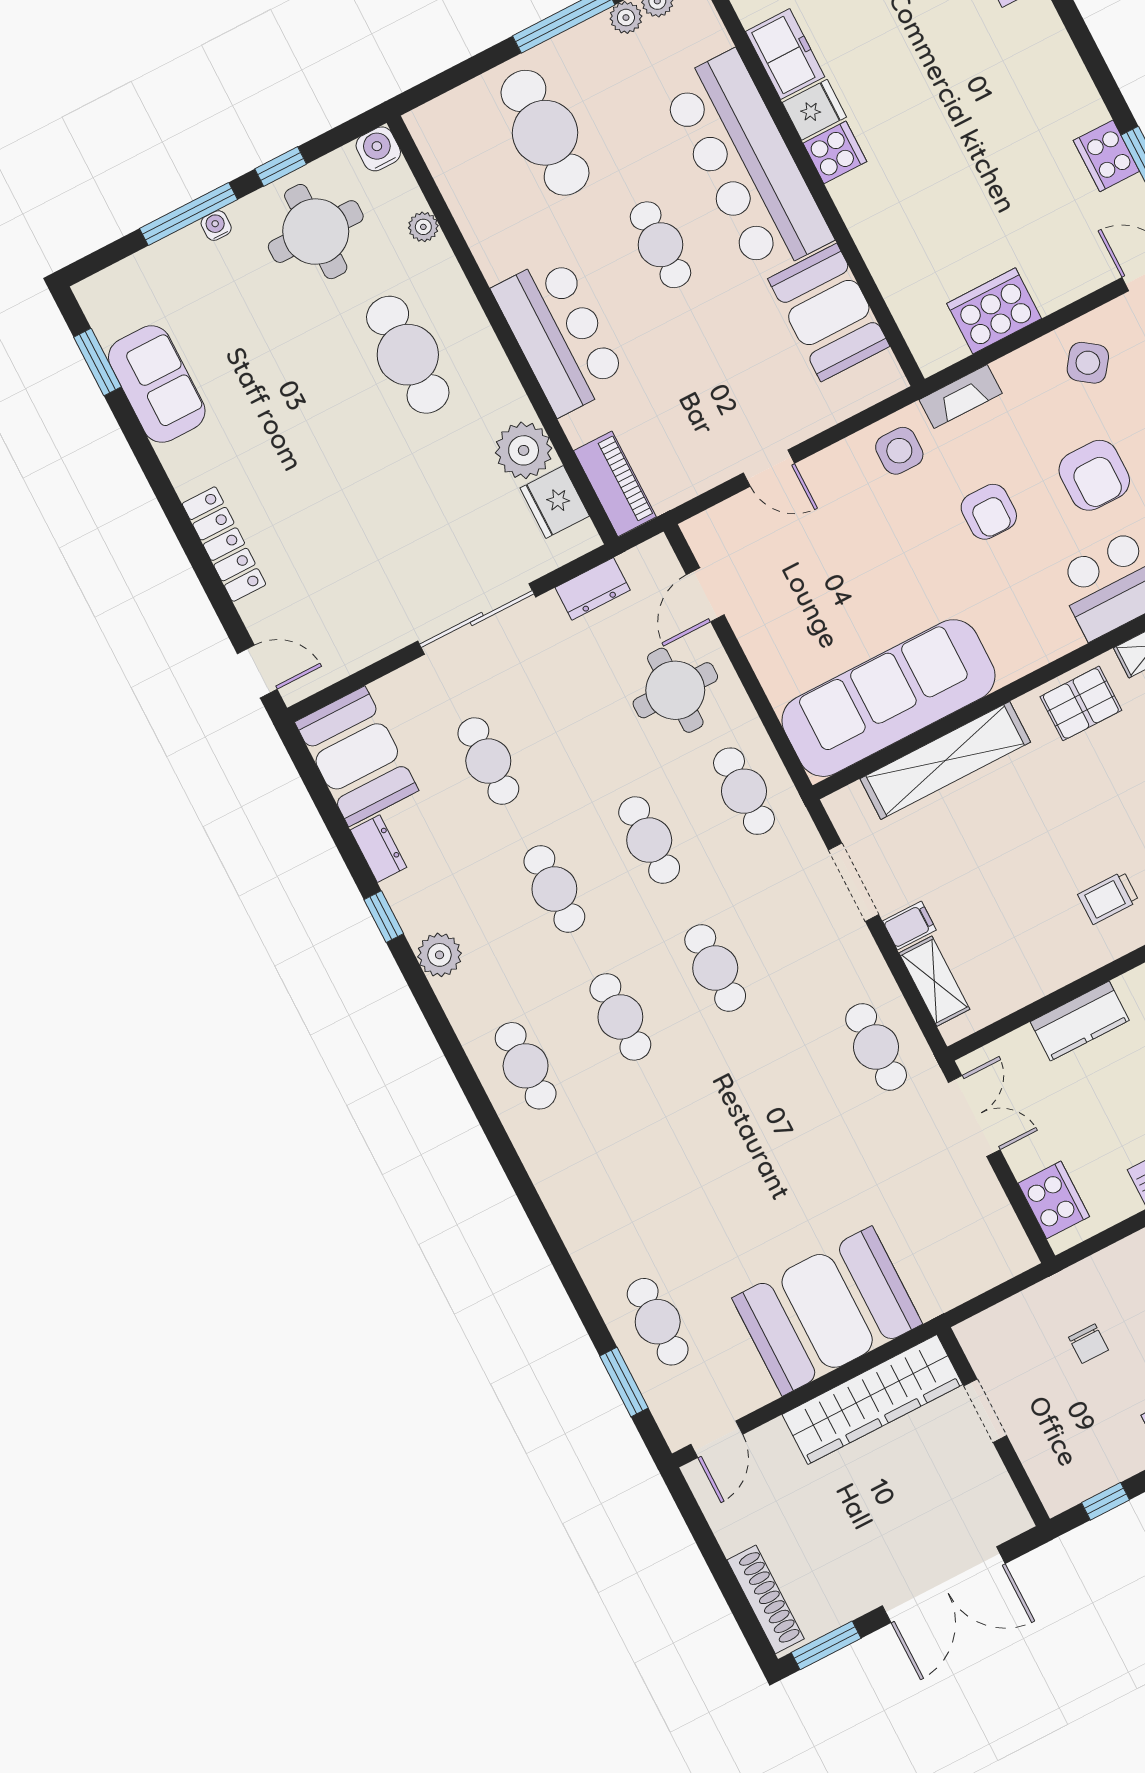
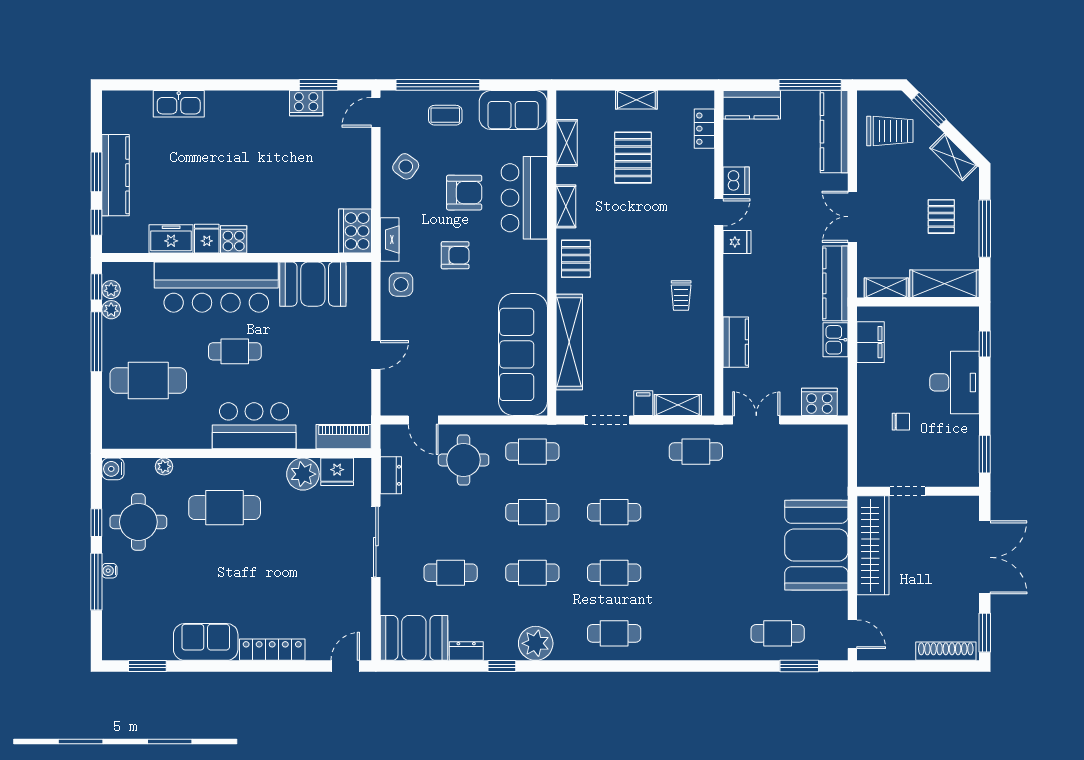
cooker: (994, 311) -> (355, 231), moved
sofa: (157, 384) -> (206, 642), moved
plant: (440, 955) -> (536, 643), width x1.36, depth x1.36
window: (1105, 1501) -> (985, 454), width x1.50

